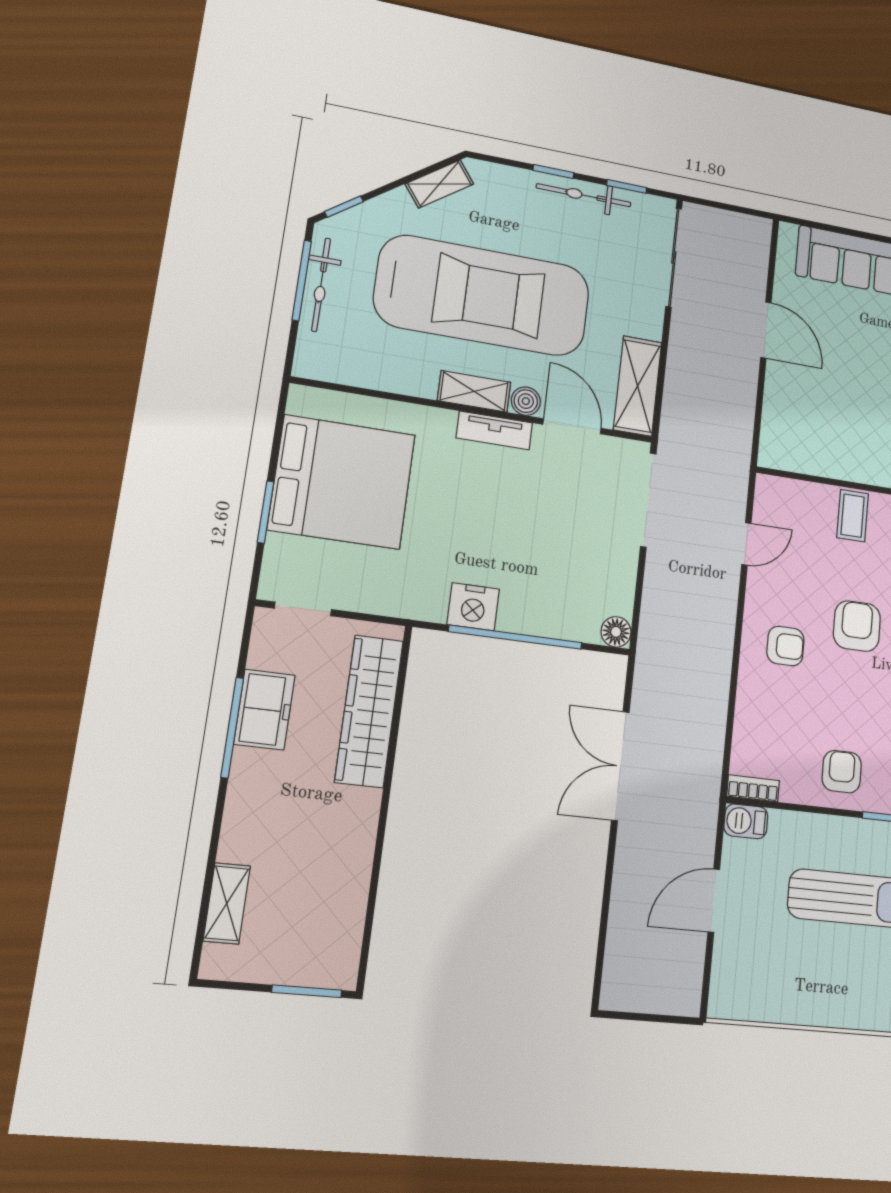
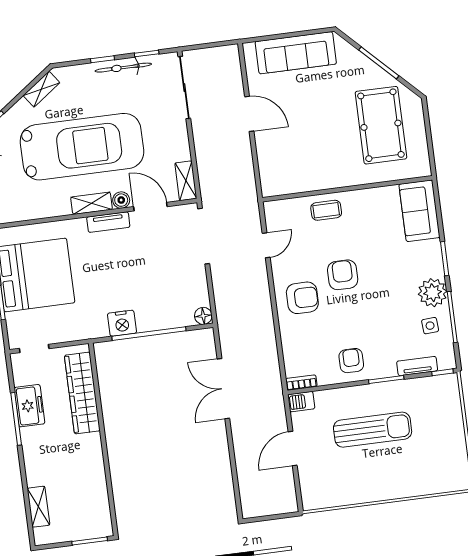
shelving: (638, 386) -> (186, 181), width x0.67, depth x0.75
coffee table: (853, 516) -> (326, 210), turned 90
armchair: (785, 646) -> (302, 298), width x1.38, depth x1.38

